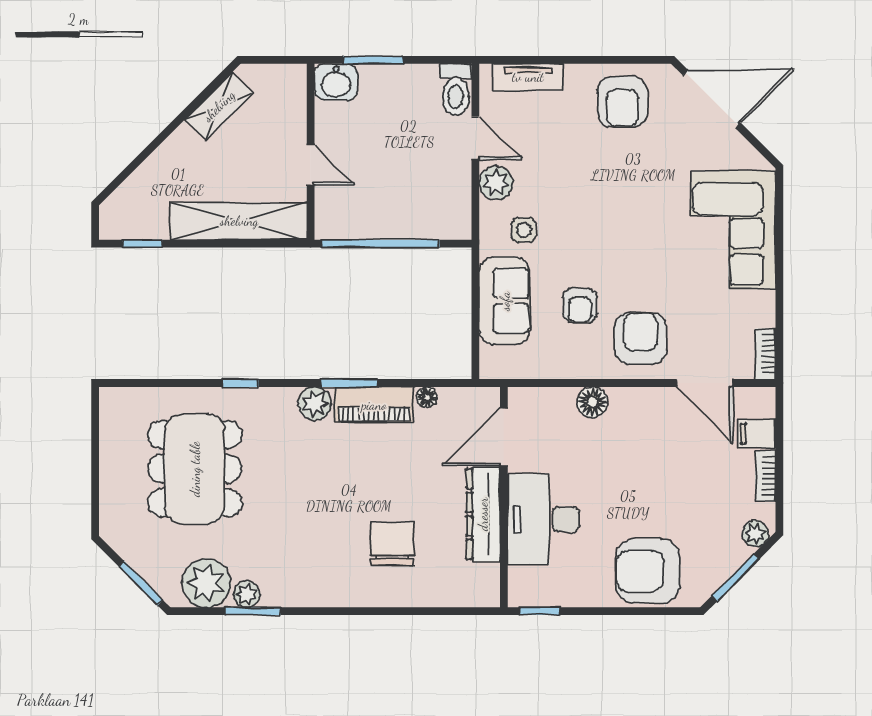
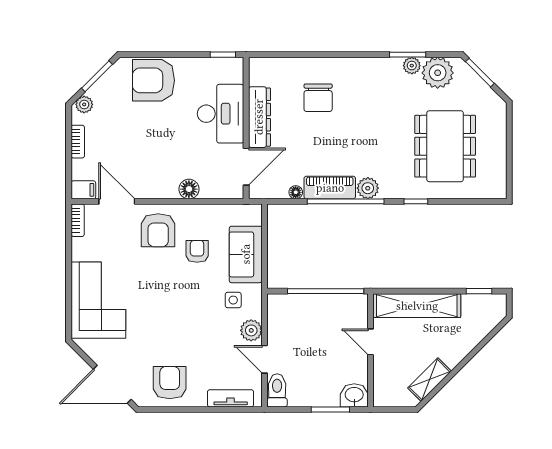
window: (349, 383) -> (346, 201), width x2.11
filing cabinet: (757, 434) -> (83, 190), moved
armchair: (648, 571) -> (153, 80), turned 180

